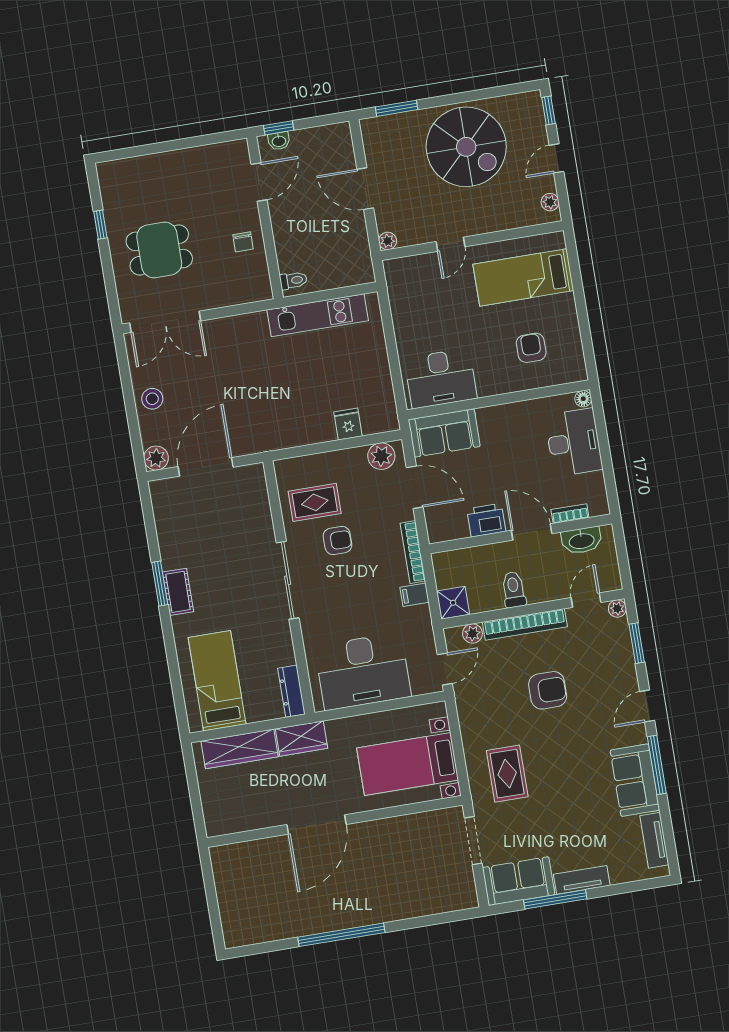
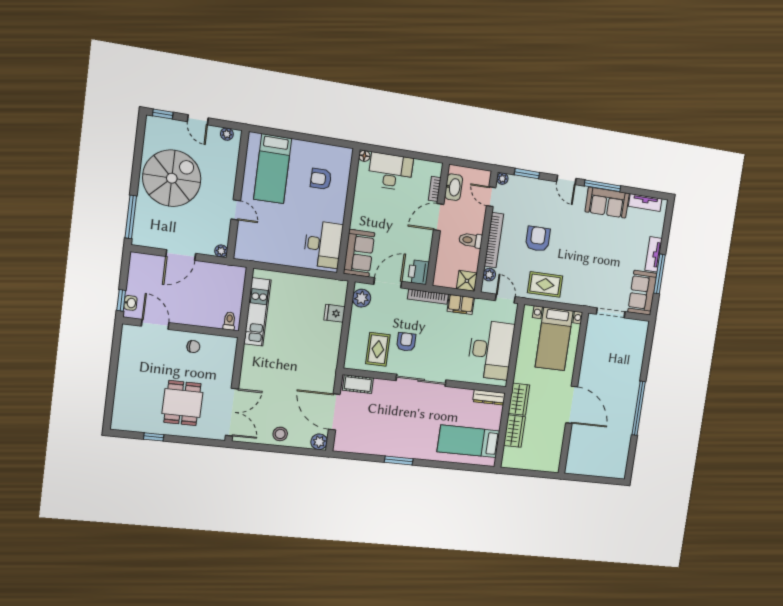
window: (396, 108) -> (131, 217), width x1.44
printer: (486, 520) -> (419, 272), moved
cot: (178, 592) -> (358, 384), moved
filing cabinet: (415, 595) -> (461, 304), width x2.00
wardrobe: (240, 749) -> (514, 431), width x0.67
rug: (507, 774) -> (545, 284), moved

